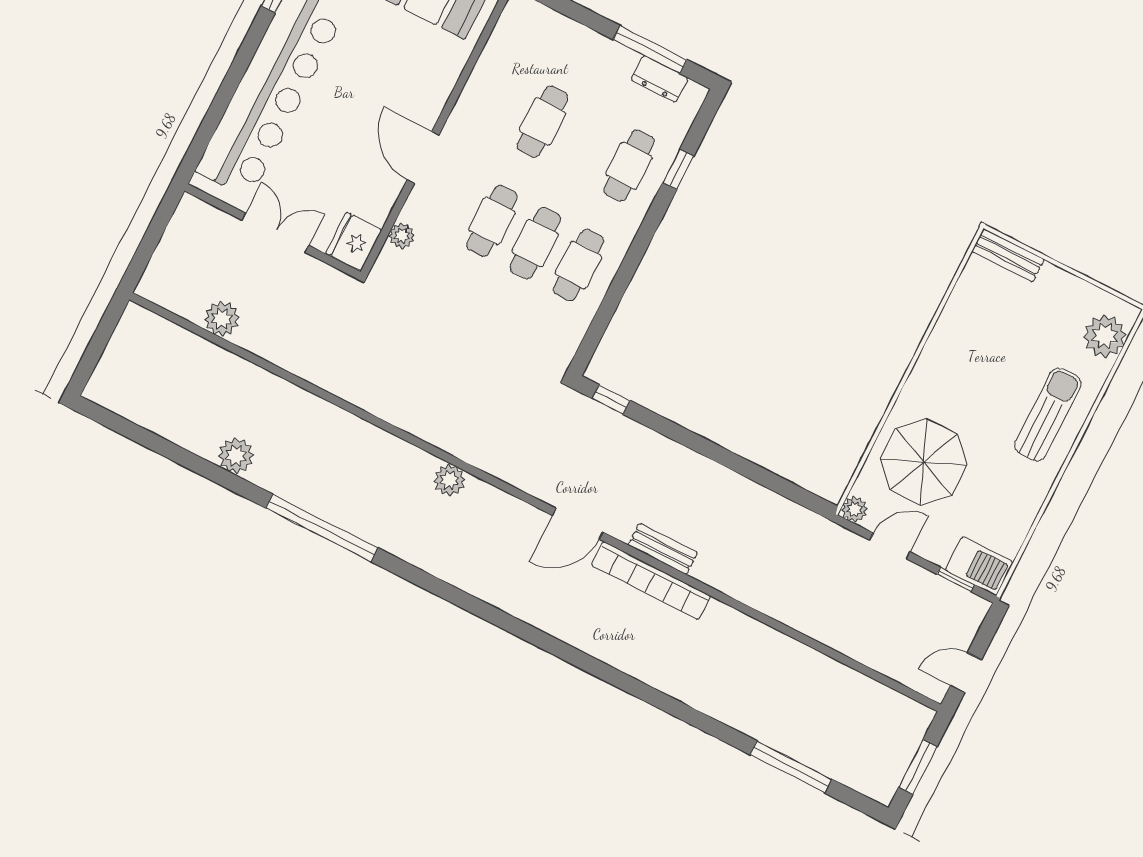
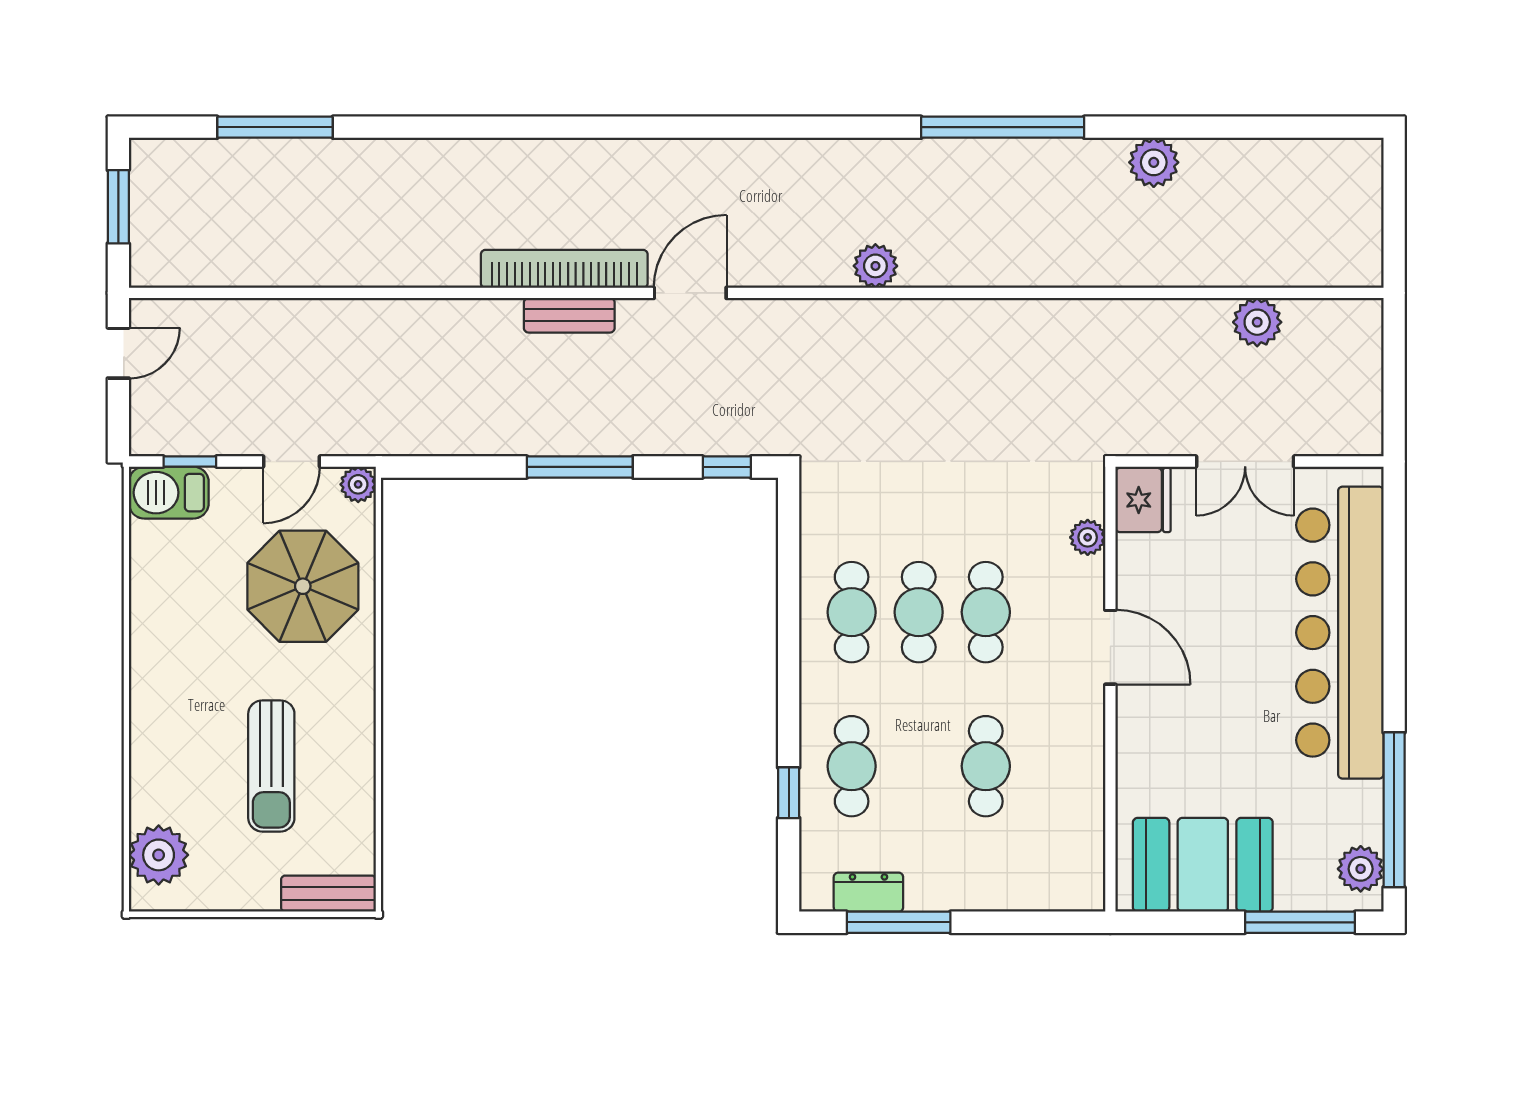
sun lounger: (1048, 415) -> (271, 766), moved
window: (706, 448) -> (580, 467), added

